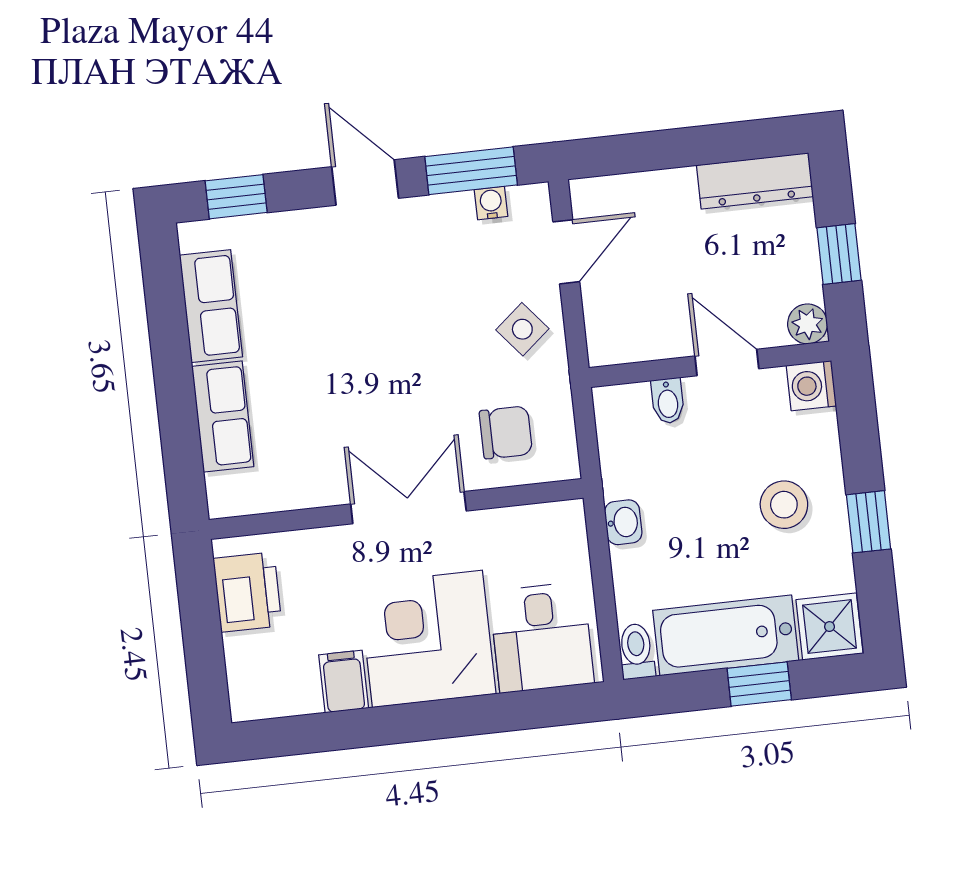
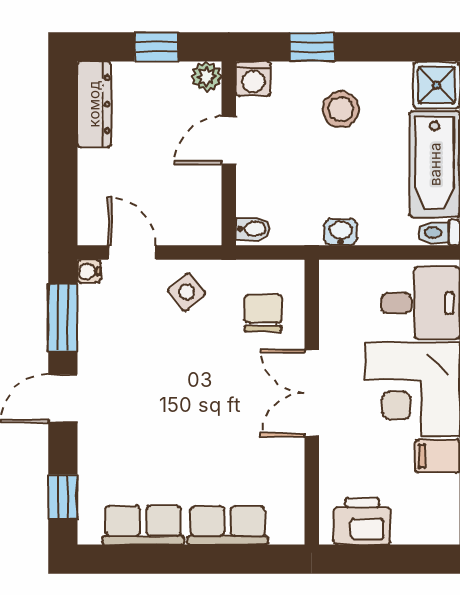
water cooler: (491, 203) -> (89, 271), moved
bidet: (668, 401) -> (253, 229), moved
window: (869, 522) -> (312, 47), moved

